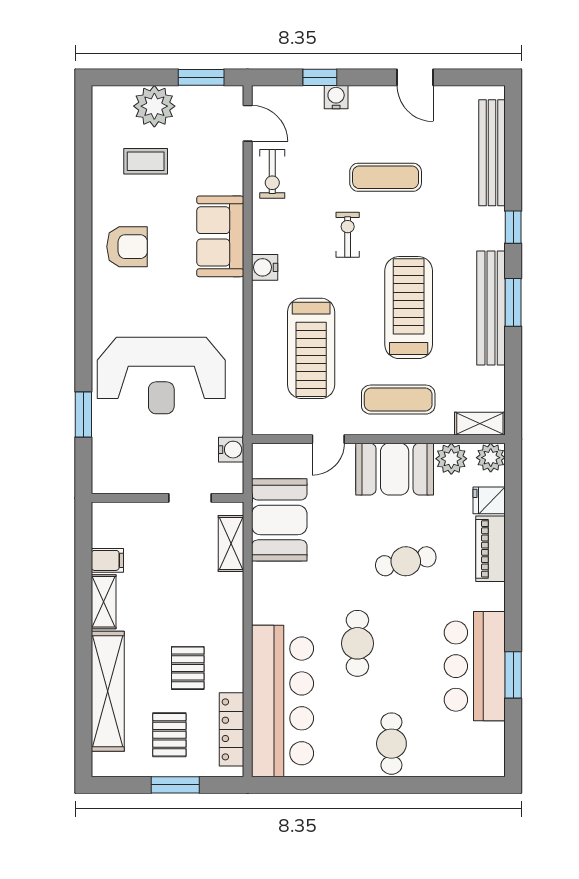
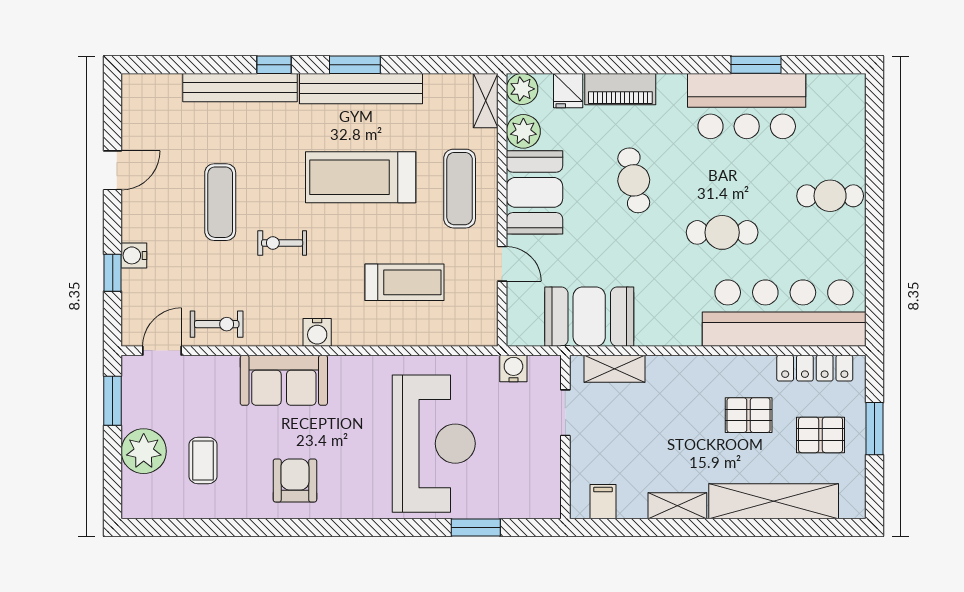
bench: (492, 153) -> (240, 88), moved
treadmill: (311, 348) -> (404, 282), width x0.73, depth x0.73
filing cabinet: (107, 560) -> (603, 502), moved

